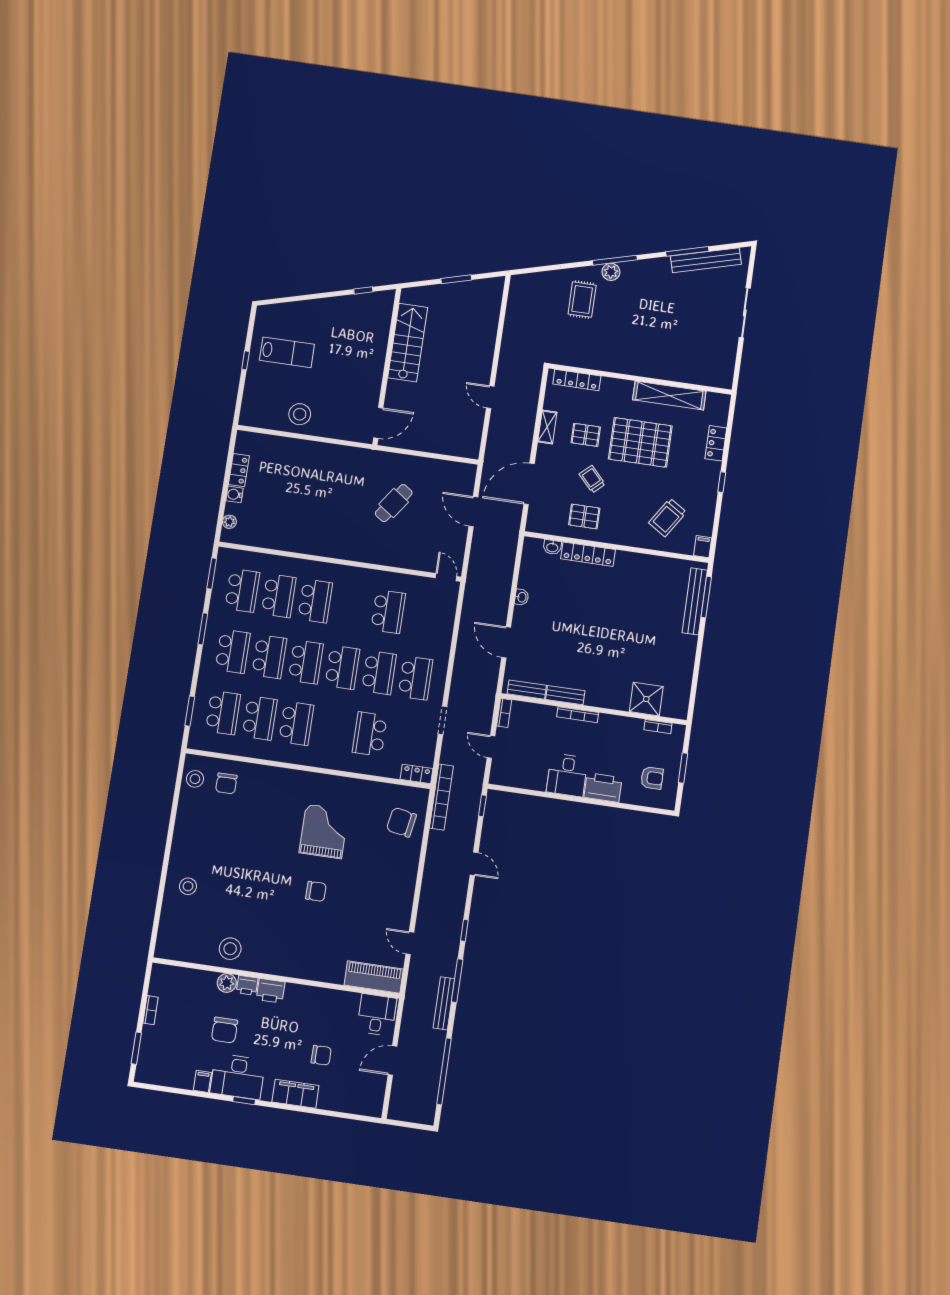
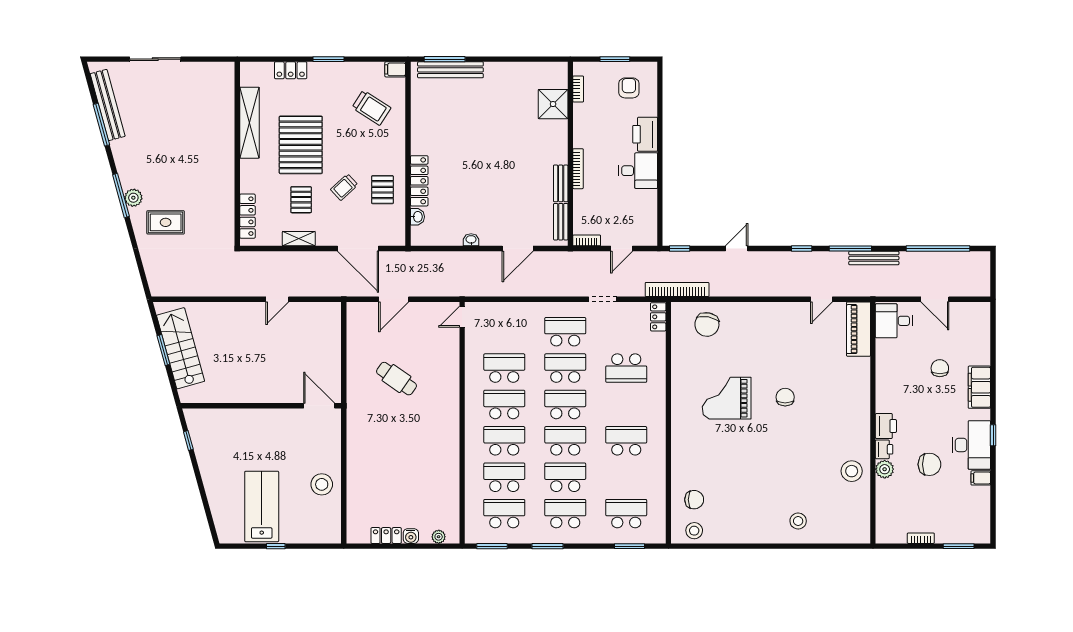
stairs: (408, 343) -> (181, 348), moved, turned 75
lab bench: (287, 352) -> (262, 506), width x1.36, depth x1.39
window: (722, 482) -> (329, 59), width x1.50
school desk: (260, 718) -> (504, 404), moved

